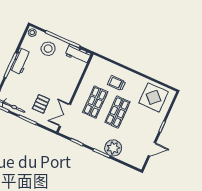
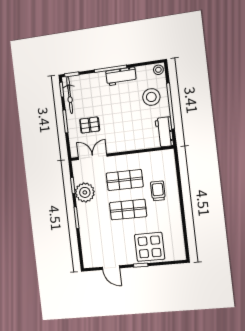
display table: (154, 97) -> (150, 247), moved
plant: (113, 148) -> (85, 192), moved

